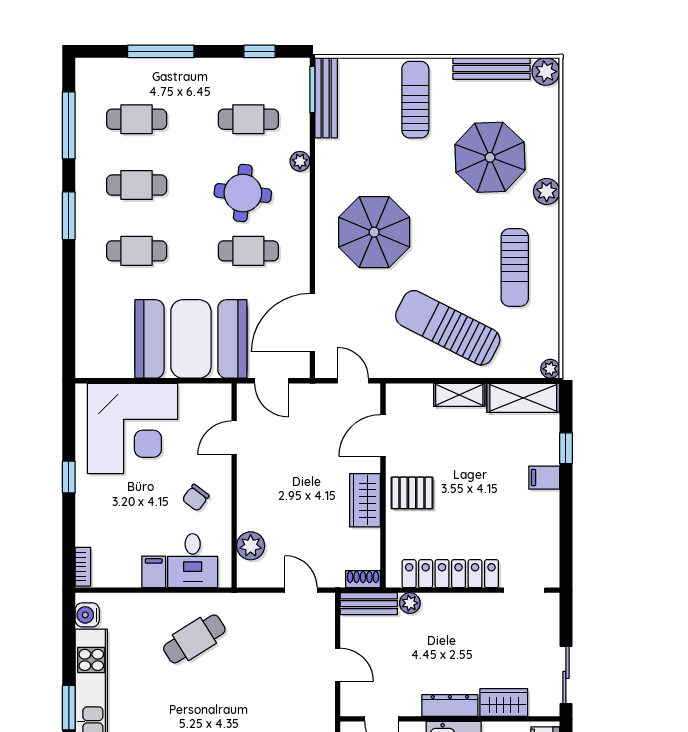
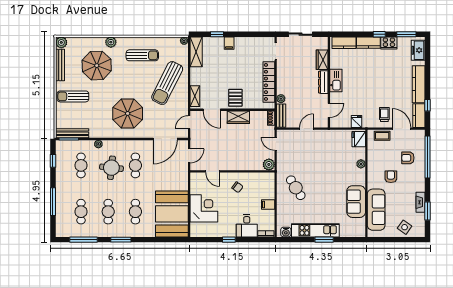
door: (312, 323) -> (165, 139), hinge flipped
booth: (191, 339) -> (172, 214), moved
shelving: (459, 395) -> (195, 96), moved
corner desk: (133, 428) -> (204, 208), width x0.74, depth x0.74
plant: (251, 546) -> (269, 164), moved
desk: (193, 561) -> (247, 226), moved, turned 90
door: (301, 590) -> (276, 144), hinge flipped
sliding door: (566, 675) -> (300, 34), moved

